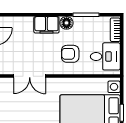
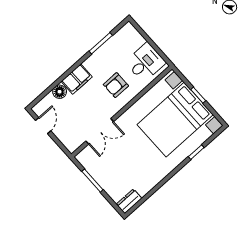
floor lamp: (67, 23) -> (60, 92), moved
bookcase: (115, 30) -> (134, 34), removed

